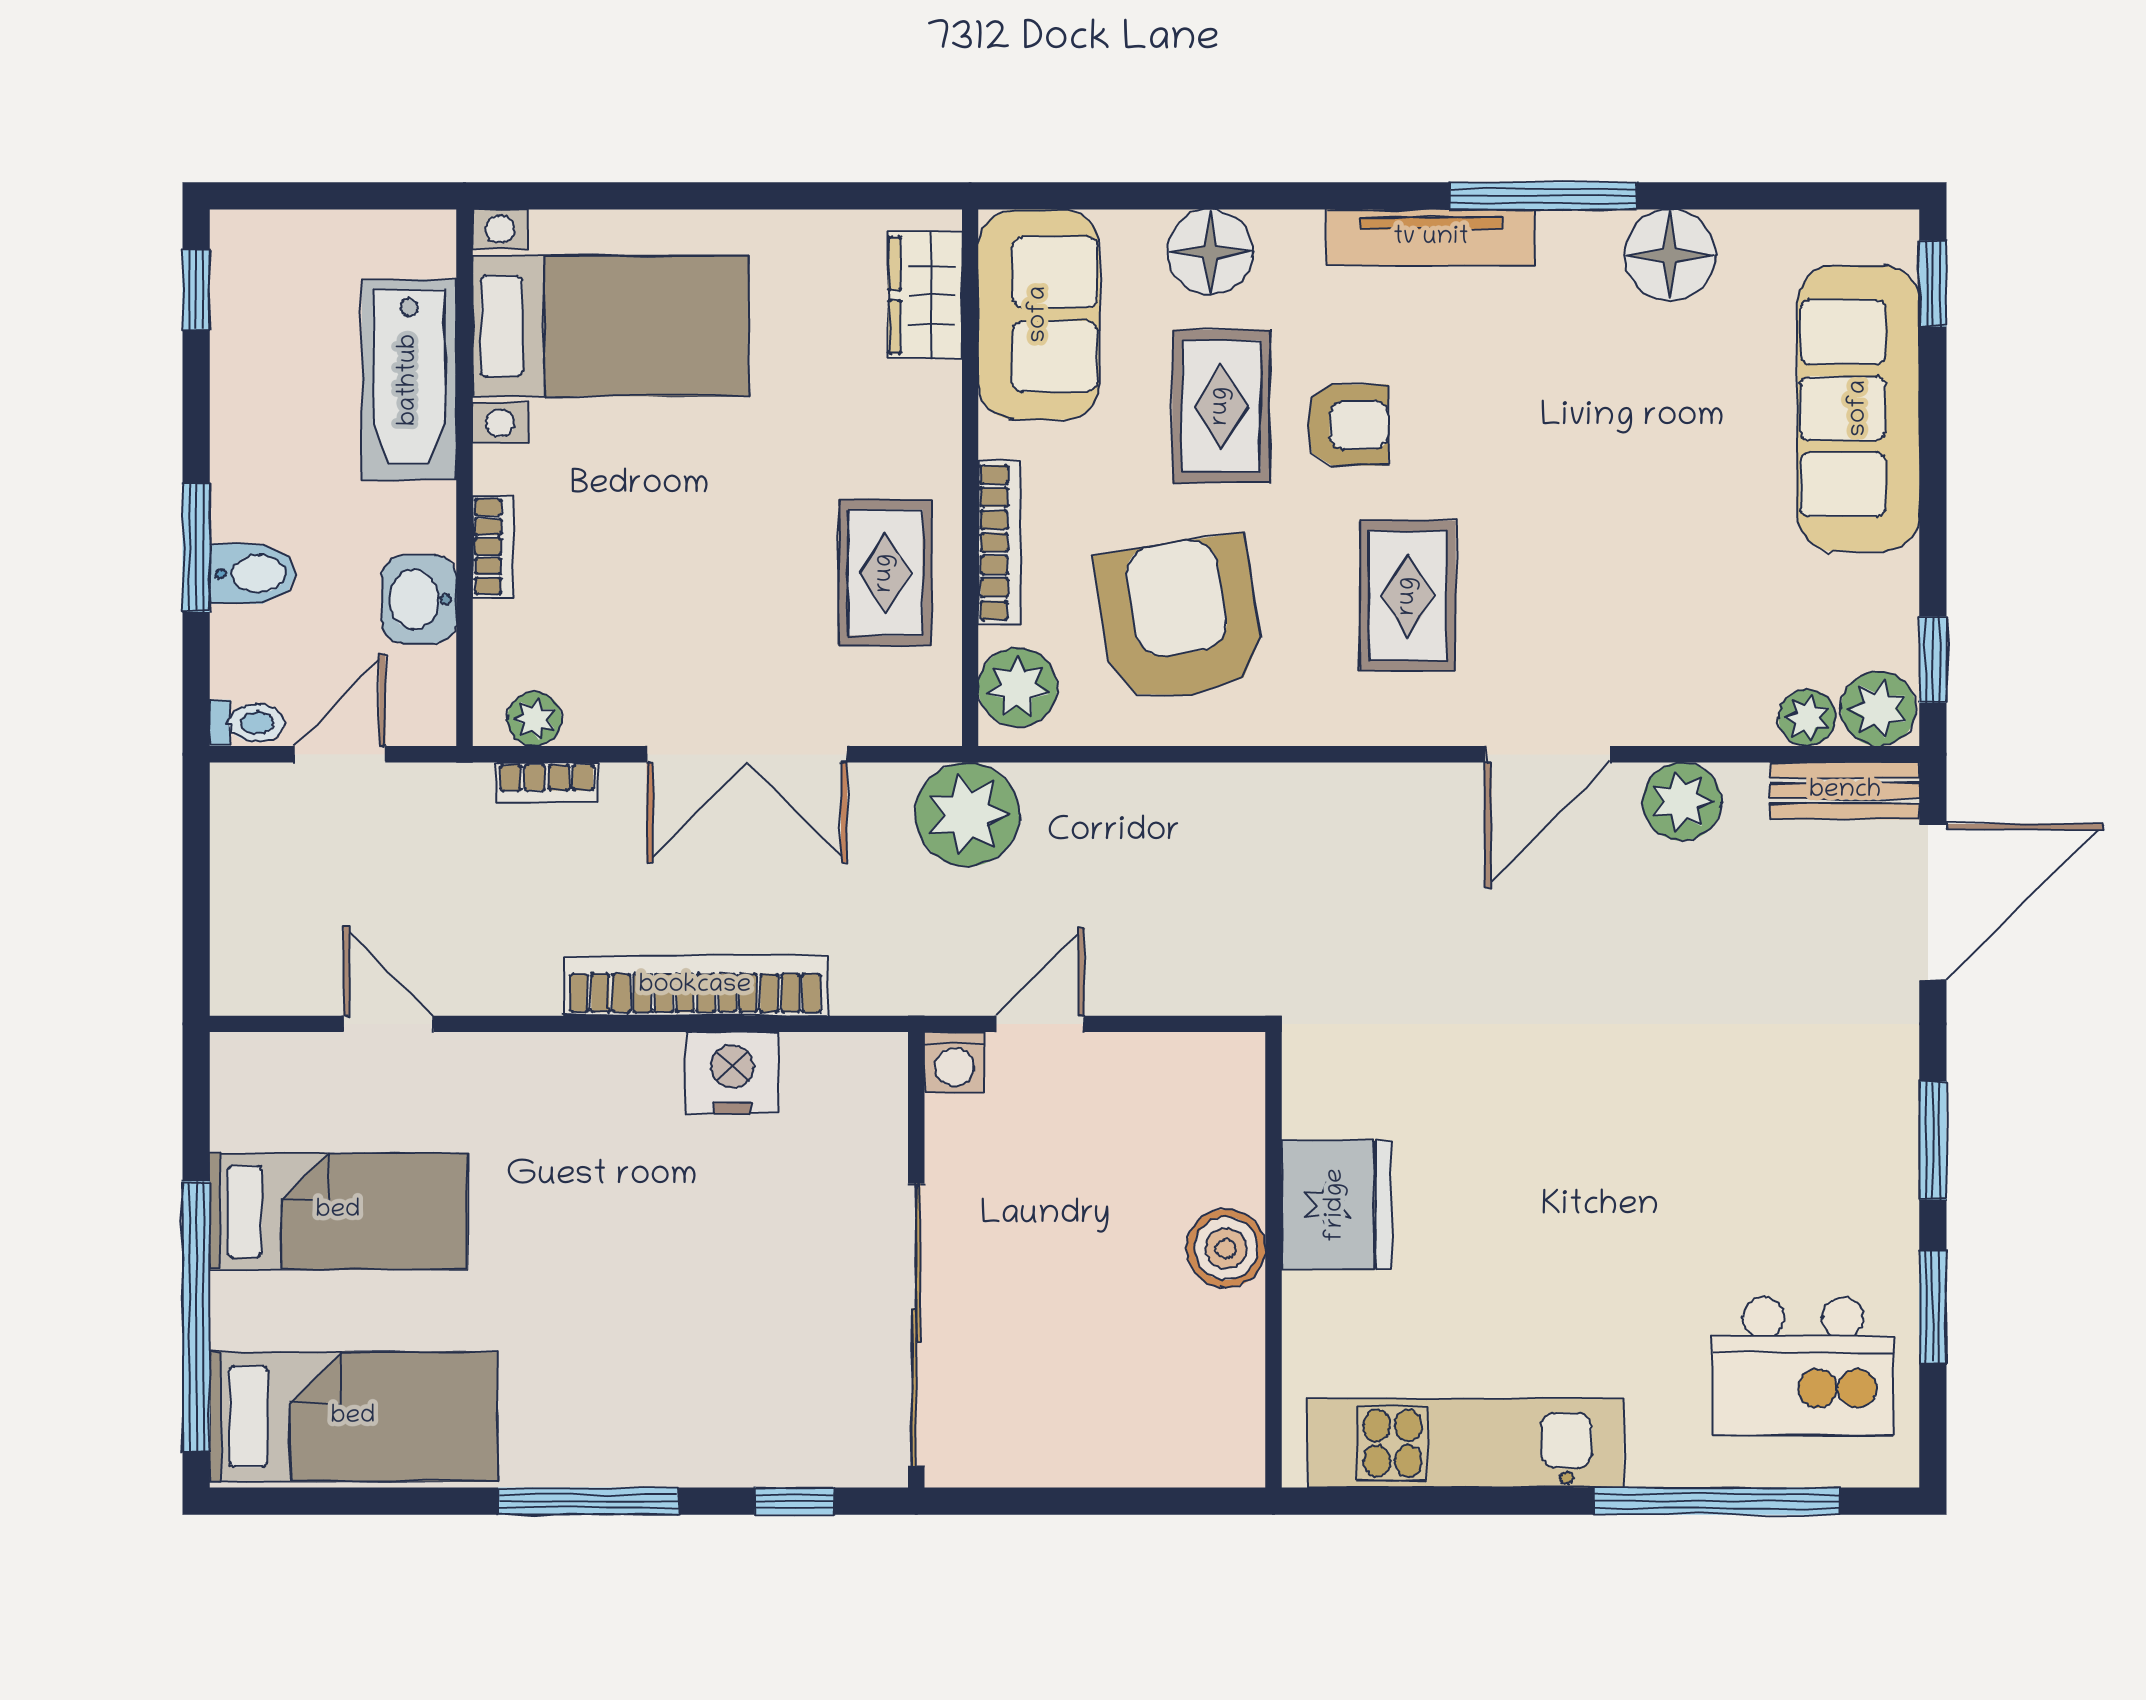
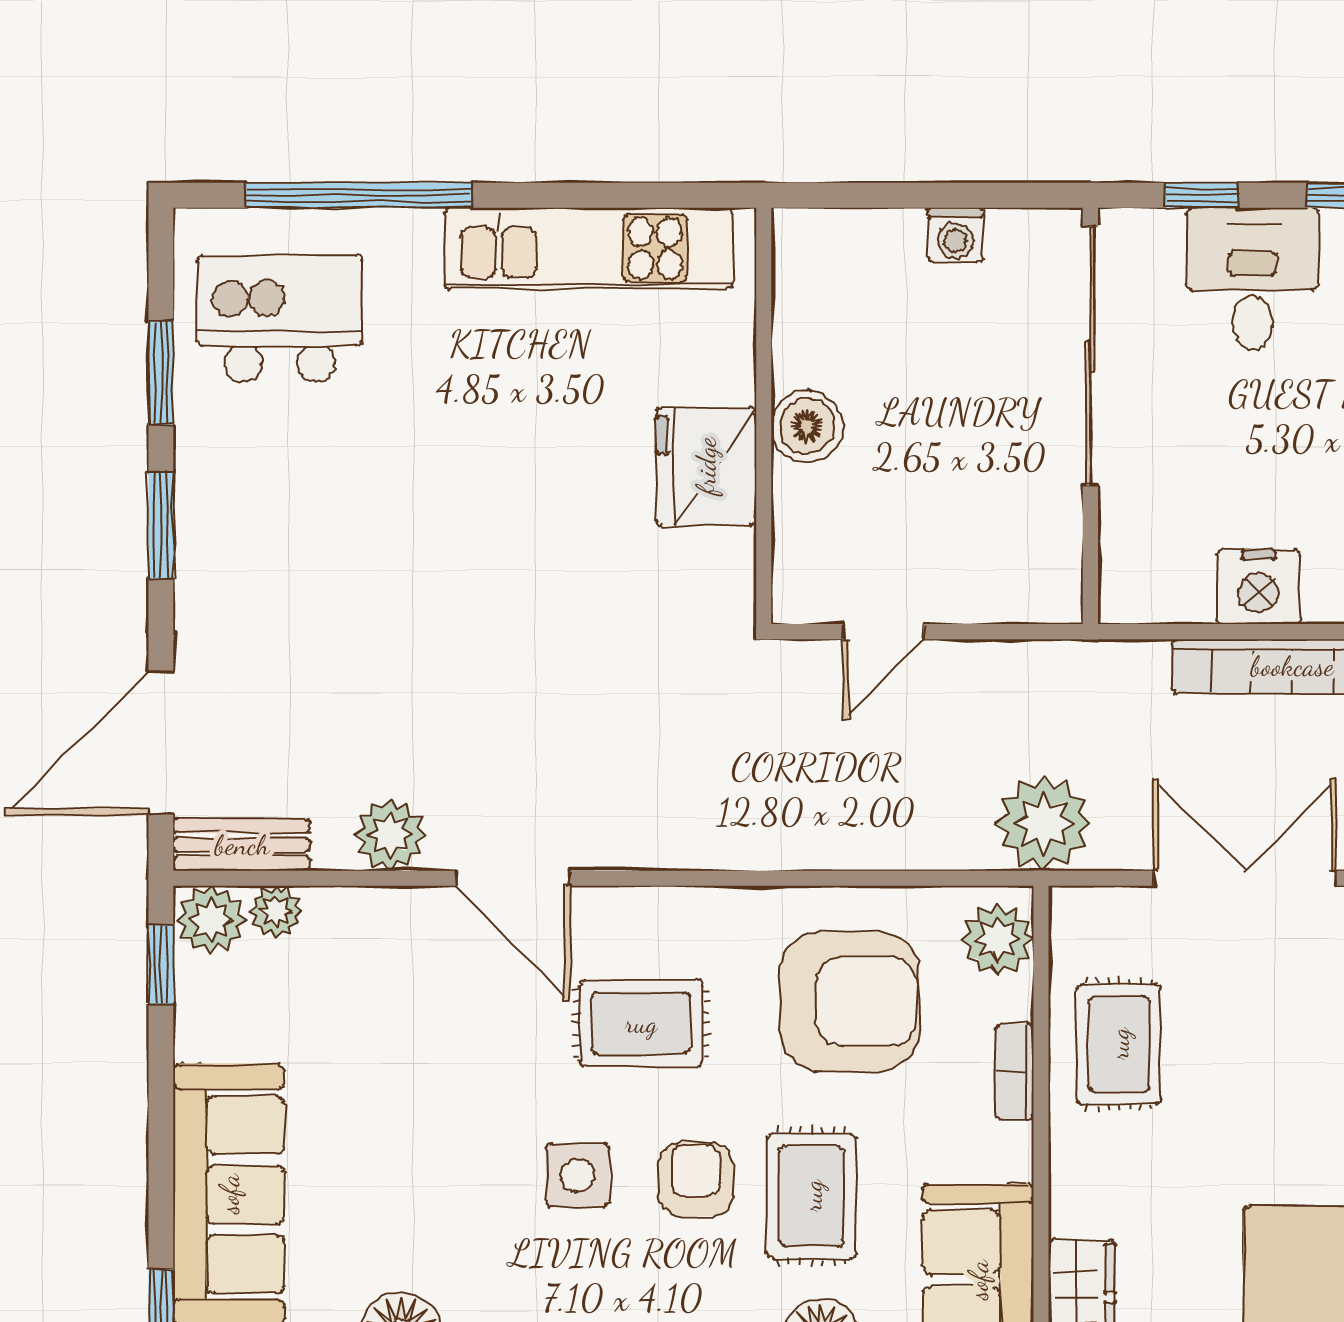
armchair: (1348, 425) -> (696, 1179), turned 90
side table: (1477, 429) -> (578, 1175), added
bookcase: (999, 542) -> (1014, 1072), width x0.64
rug: (1408, 596) -> (641, 1023), turned 90
armchair: (1180, 619) -> (849, 1001), turned -81
door: (1548, 754) -> (513, 878), swing flipped
door: (1040, 1024) -> (883, 632), moved
washing machine: (954, 1062) -> (955, 235), moved, turned 180
desk: (739, 1410) -> (1252, 279), added

